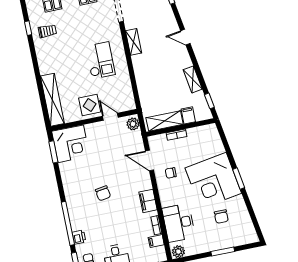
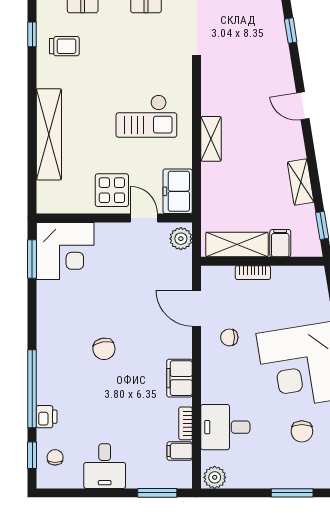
shelving: (134, 42) -> (211, 139), moved
checkout: (100, 60) -> (146, 116), turned 90
freezer: (126, 98) -> (178, 191), added
shelving: (52, 100) -> (49, 134), moved
desk: (179, 223) -> (225, 427), width x0.73

